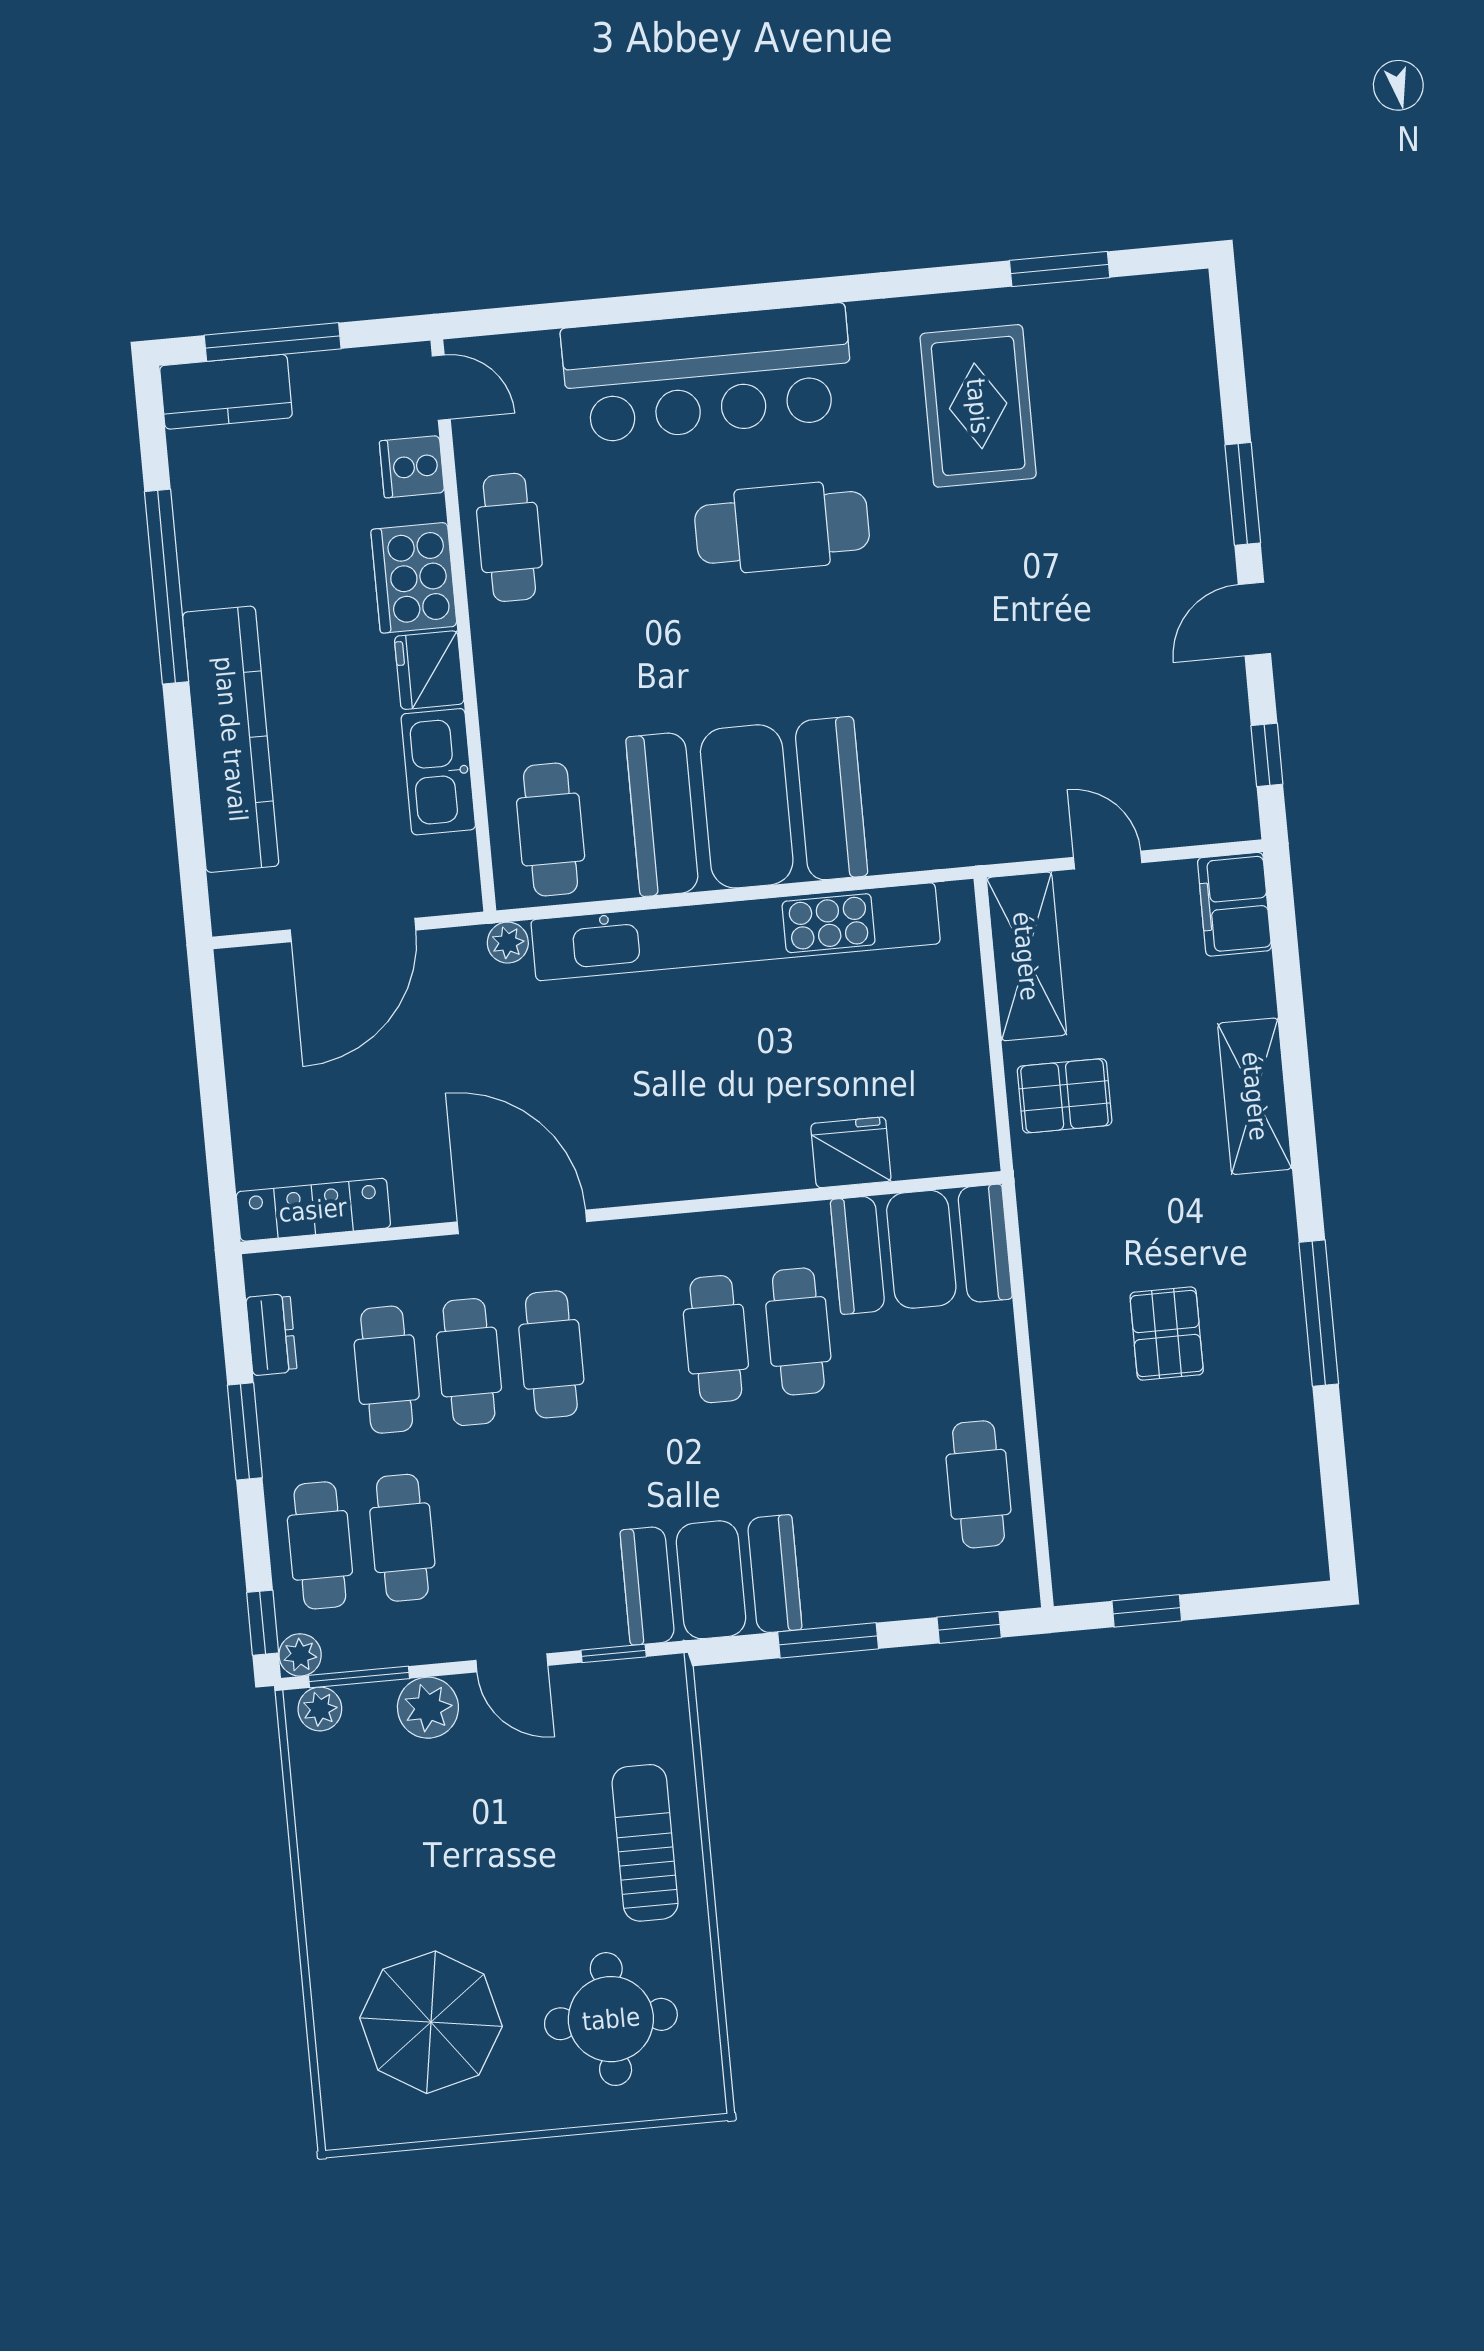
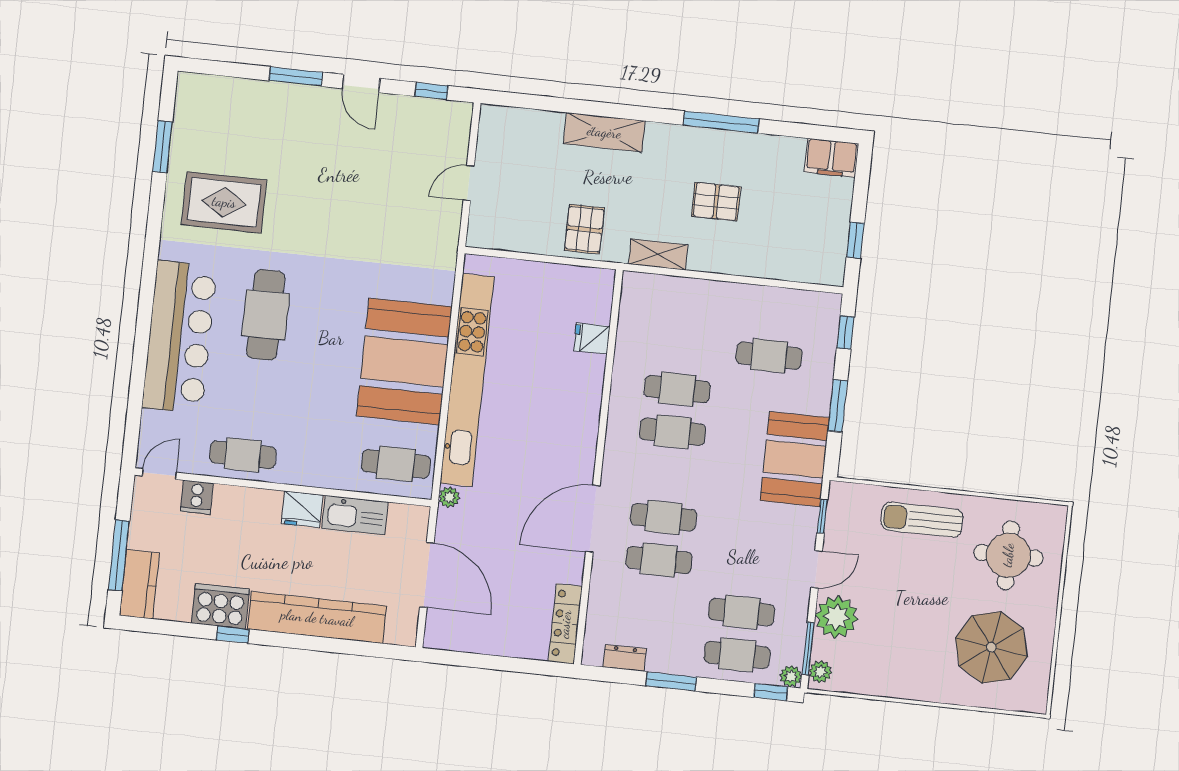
cooker: (414, 578) -> (220, 606), moved, turned 180
window: (167, 587) -> (233, 635), width x0.32
filing cabinet: (1234, 904) -> (831, 158), moved
shelving: (1026, 956) -> (658, 254), moved, width x0.67, depth x0.75
fridge: (851, 1152) -> (592, 338), width x0.72
booth: (921, 1249) -> (648, 318), removed
cafe table: (387, 1370) -> (654, 603), removed
cafe table: (979, 1484) -> (769, 356), moved
plant: (428, 1708) -> (837, 617), width x1.36, depth x1.36

